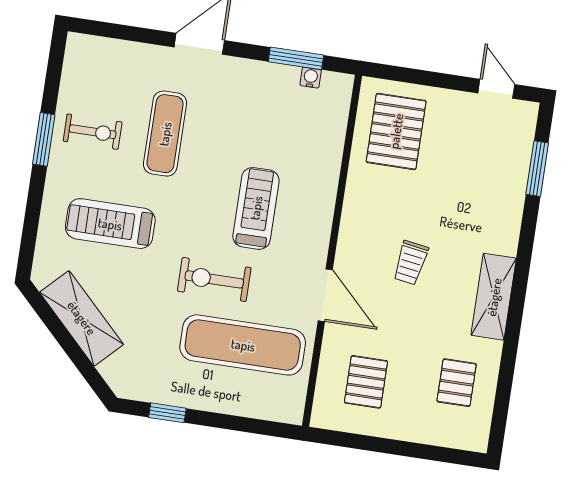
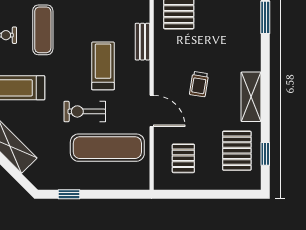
bench: (327, 178) -> (142, 42), added
pallet: (457, 383) -> (237, 151), width x1.50, depth x1.42
window: (503, 395) -> (265, 154), added

